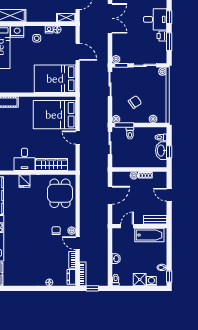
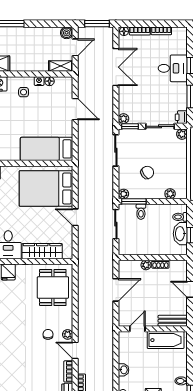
printer: (162, 36) -> (181, 117), moved
bed: (55, 79) -> (47, 149), width x0.67

